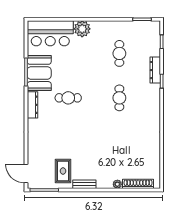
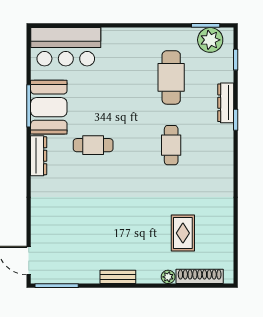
plant: (82, 29) -> (210, 40), moved
cafe table: (119, 53) -> (171, 77), width x1.37, depth x1.35
rug: (63, 171) -> (183, 233), moved

